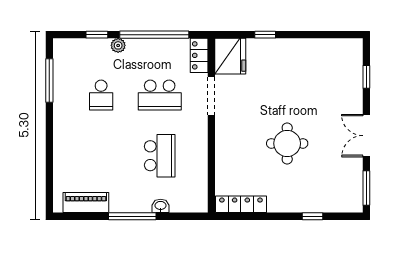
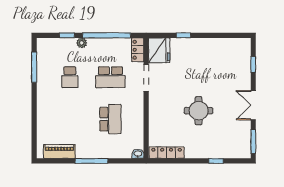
washbasin: (161, 206) -> (138, 154), moved

